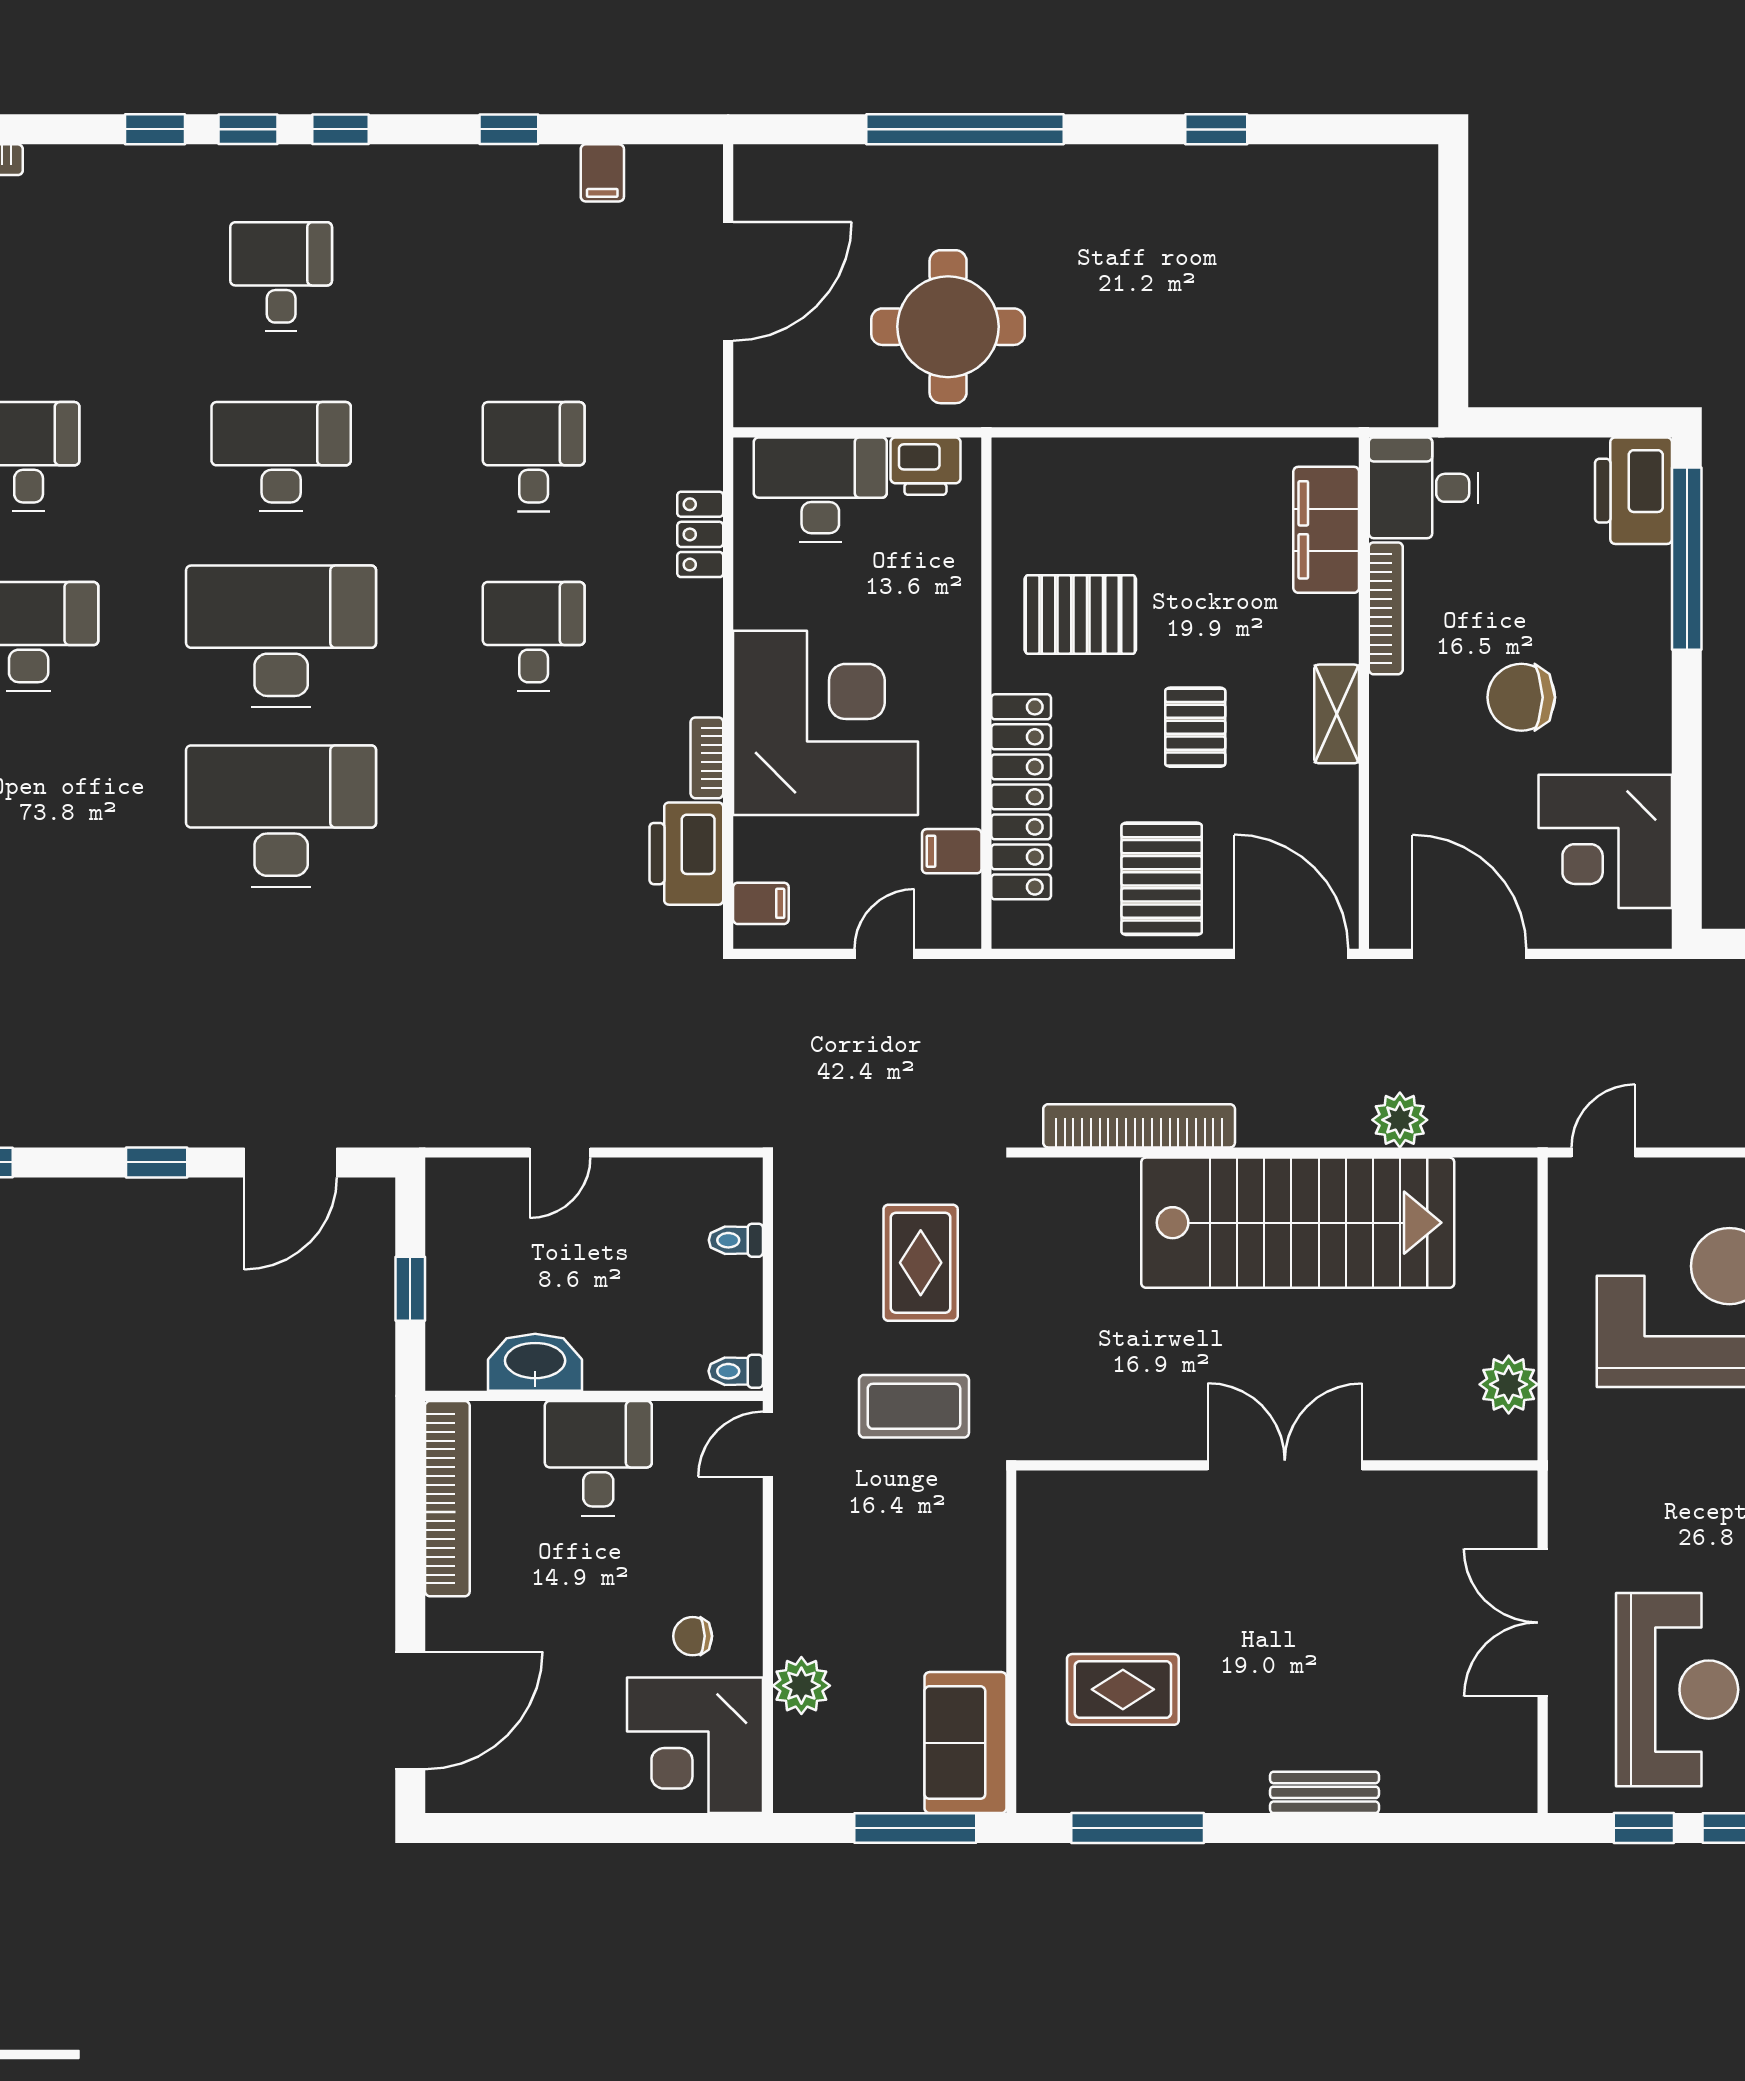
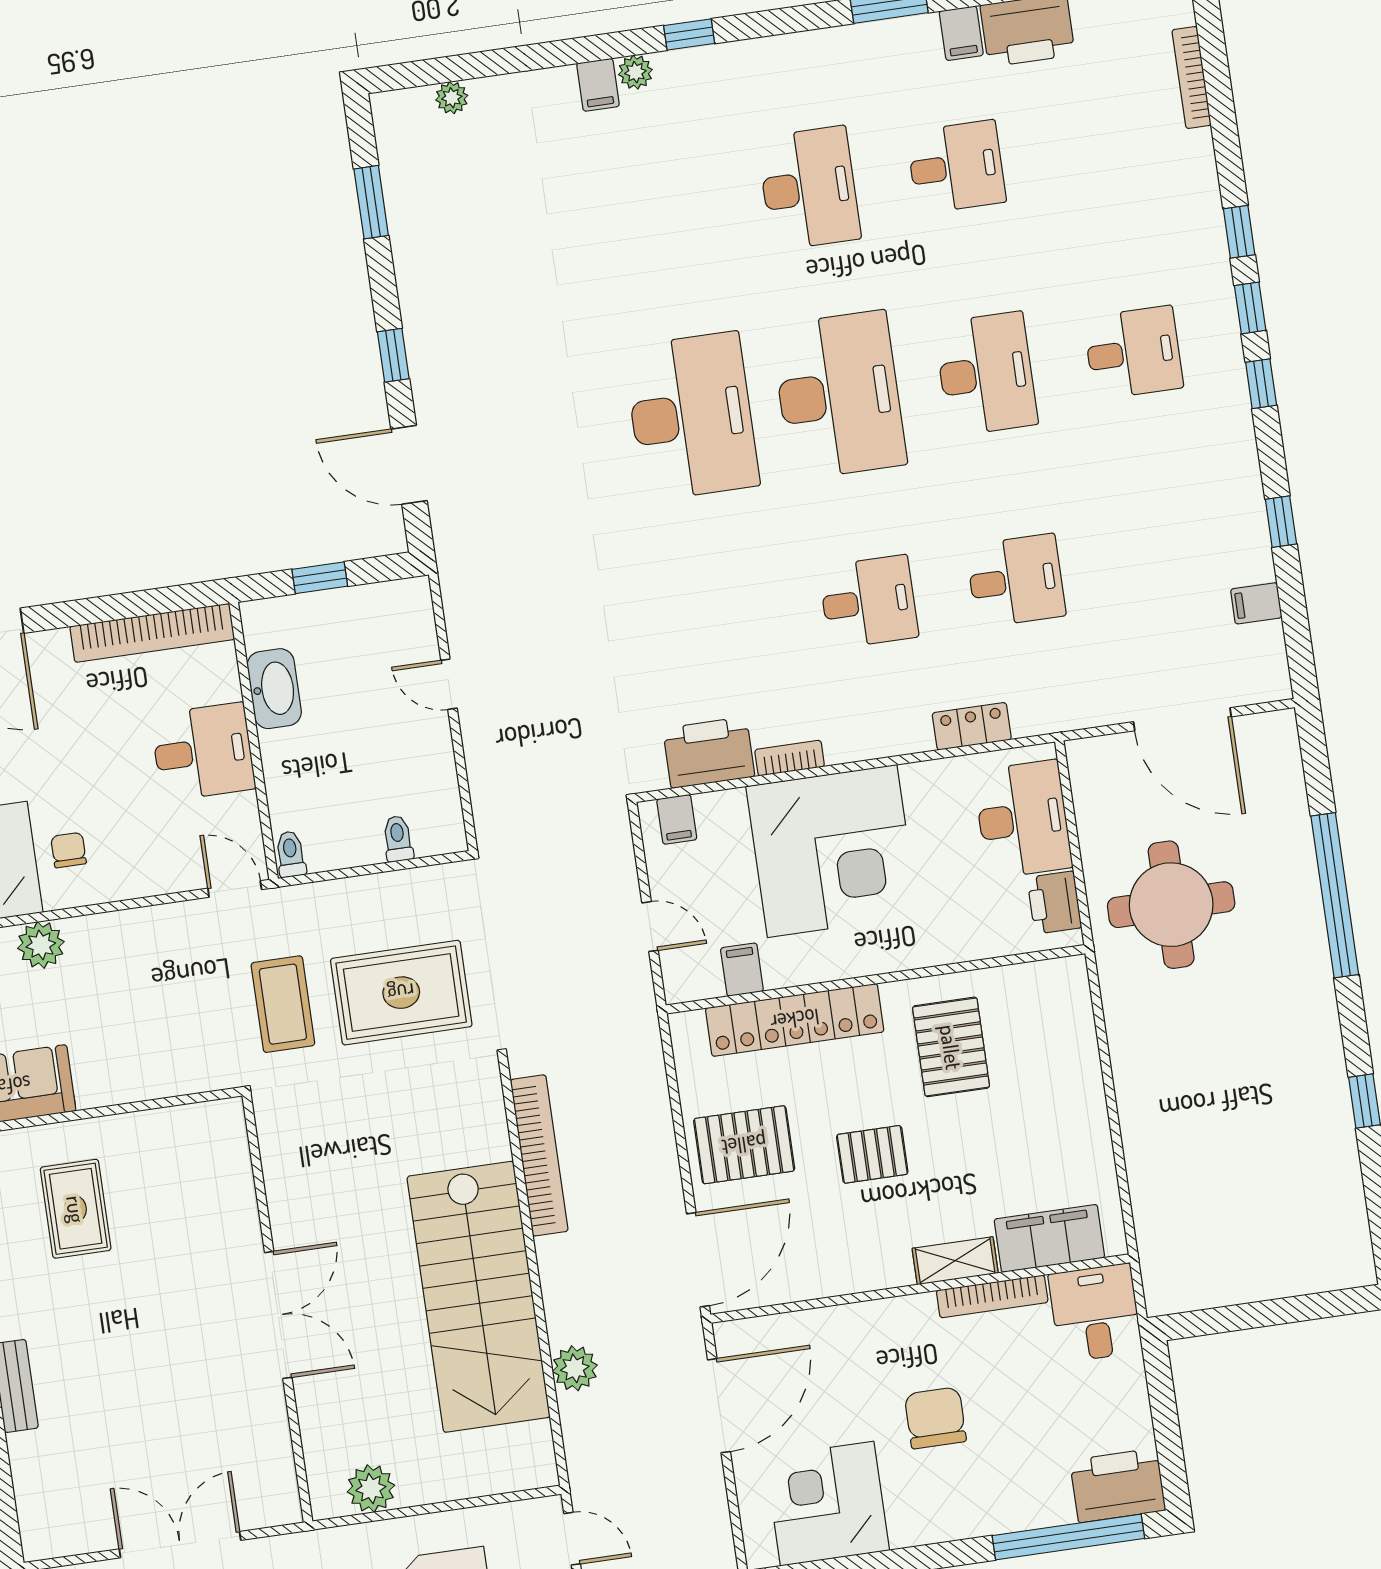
shelving: (1337, 714) -> (955, 1261), moved
rug: (921, 1263) -> (401, 993), width x1.36, depth x1.43

